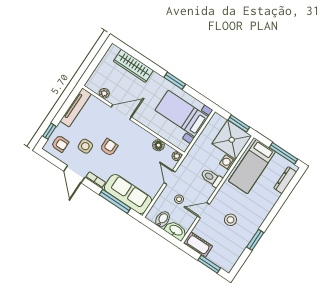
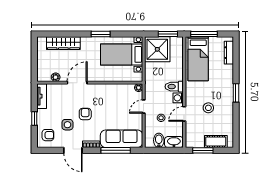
tv unit: (76, 107) -> (42, 96), width x0.71
window: (49, 131) -> (34, 119), moved
shower: (232, 140) -> (157, 49), moved
floor lamp: (158, 145) -> (120, 89), removed
window: (284, 153) -> (204, 34), moved
washing machine: (227, 162) -> (178, 98), moved
door: (170, 177) -> (144, 107), hinge flipped
window: (255, 240) -> (236, 93), moved
cot: (198, 245) -> (216, 142), moved
window: (209, 264) -> (203, 150), moved

